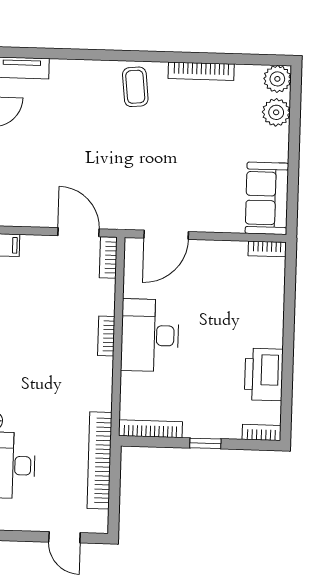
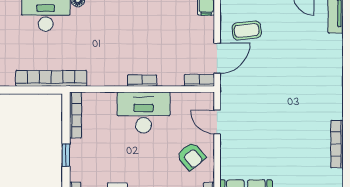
coffee table: (135, 87) -> (247, 30), moved
door: (166, 235) -> (217, 122), width x0.73
armchair: (212, 272) -> (191, 156), added

